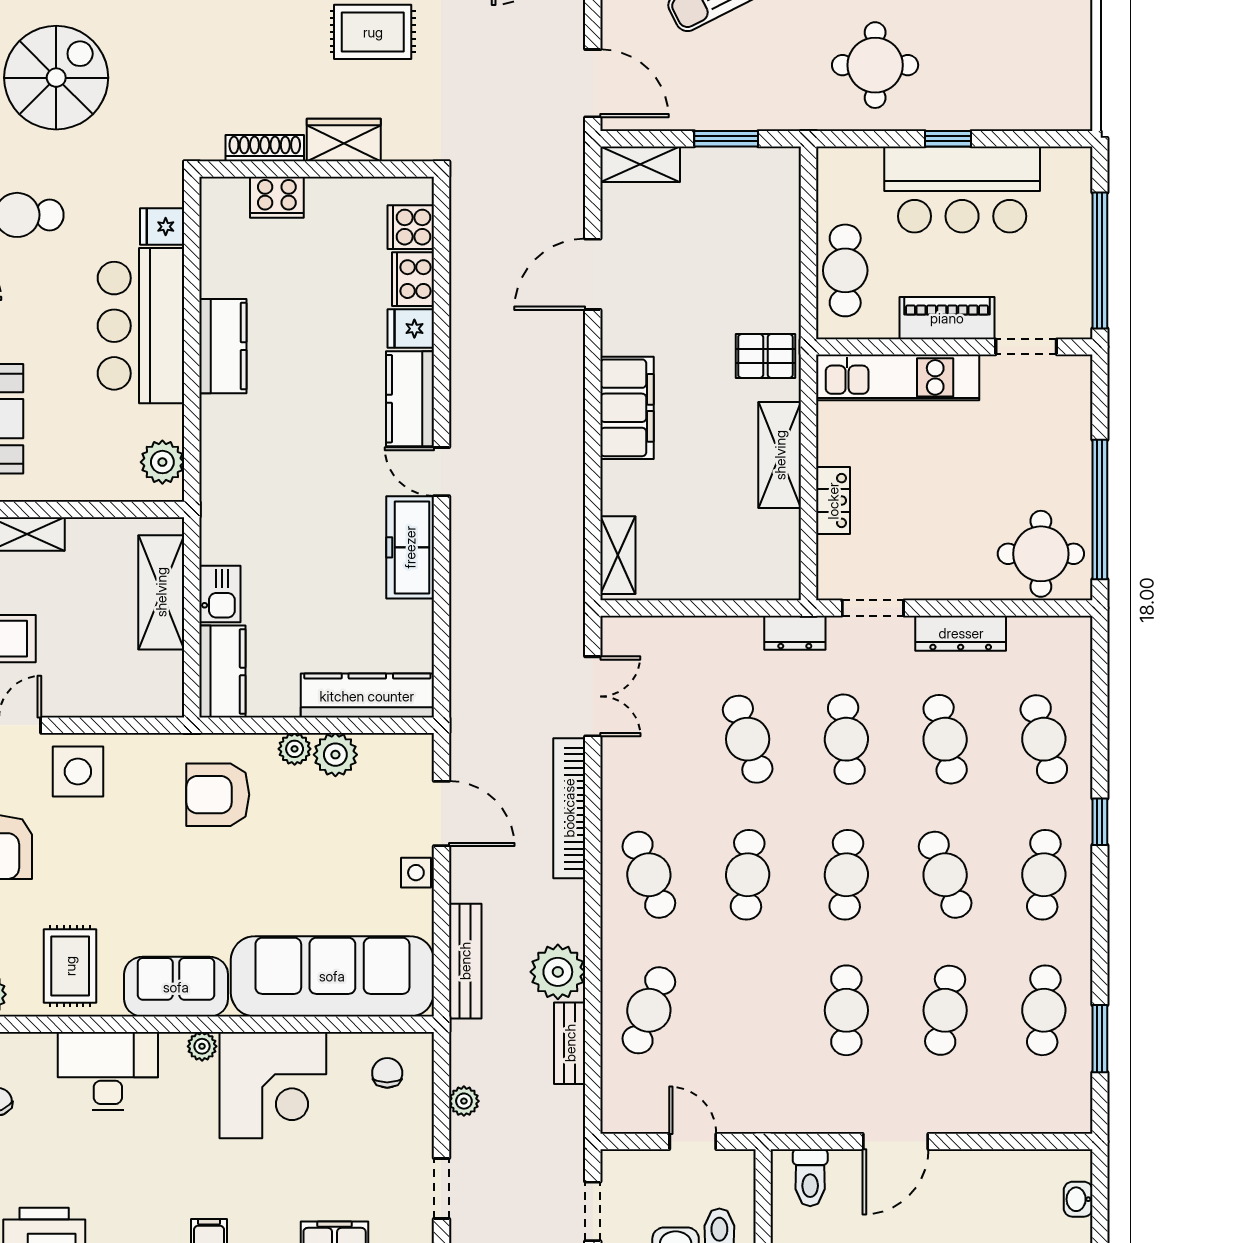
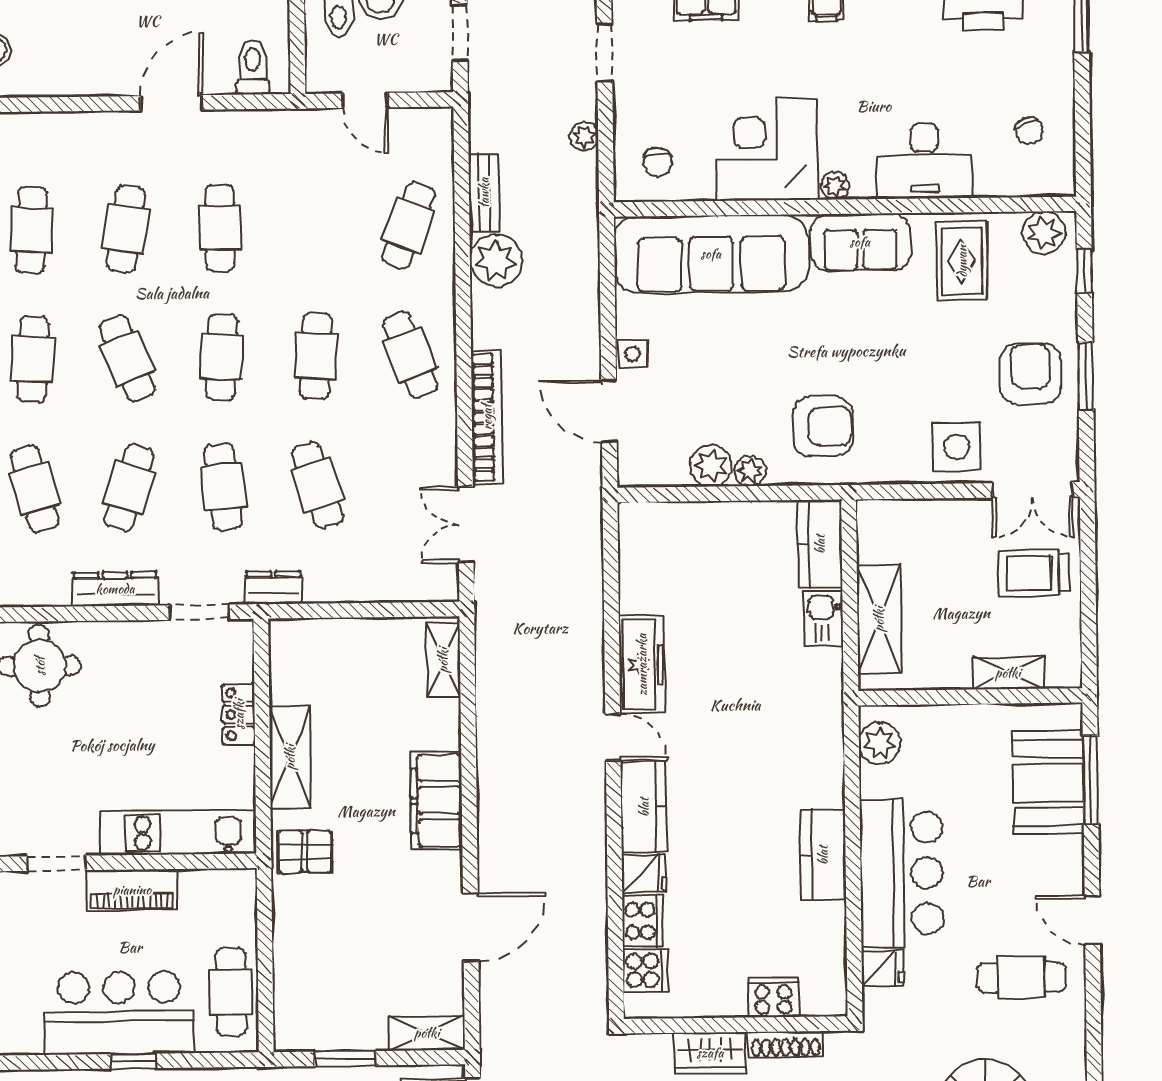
cafe table: (845, 270) -> (231, 992), moved
kitchen counter: (367, 696) -> (681, 523), removed
cafe table: (945, 739) -> (129, 488), turned 30
bench: (465, 961) -> (585, 270), removed

